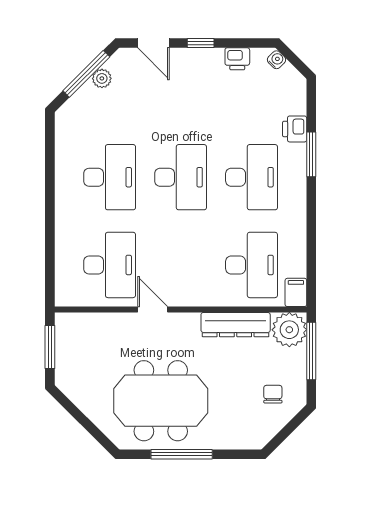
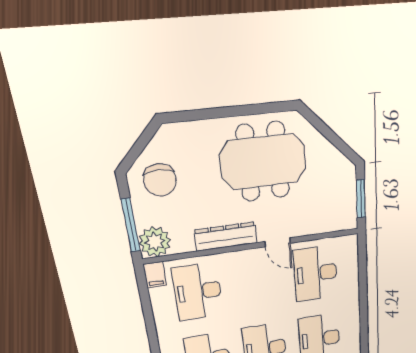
dresser: (236, 325) -> (226, 236), moved
chair: (273, 394) -> (160, 180), width x1.87, depth x1.87
window: (182, 454) -> (239, 111), removed

